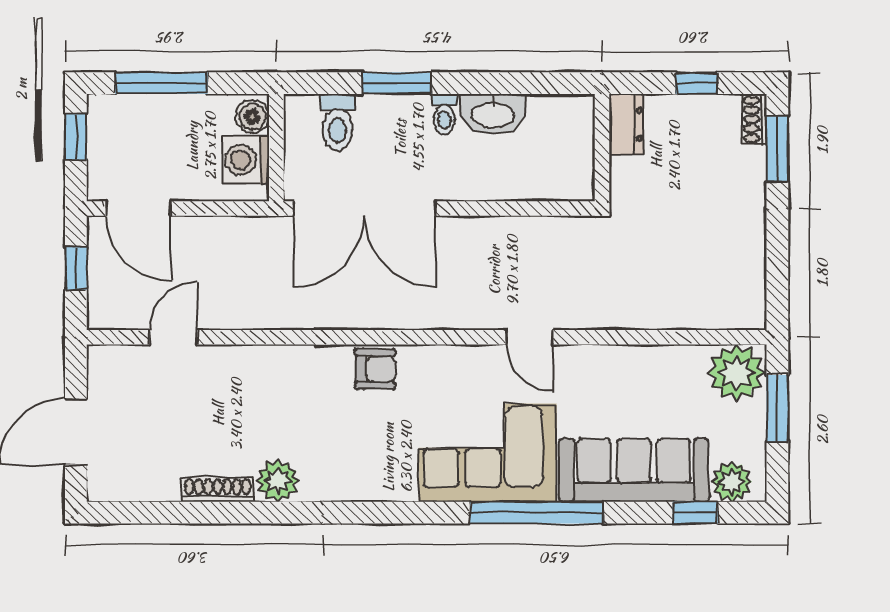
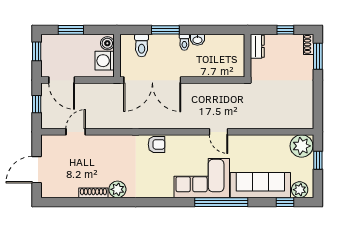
window: (161, 83) -> (71, 30), width x0.69
washbasin: (493, 114) -> (197, 40), width x0.52, depth x0.69
window: (777, 408) -> (318, 160), width x0.67

